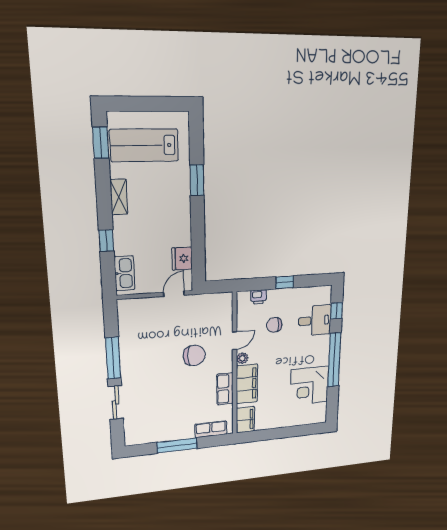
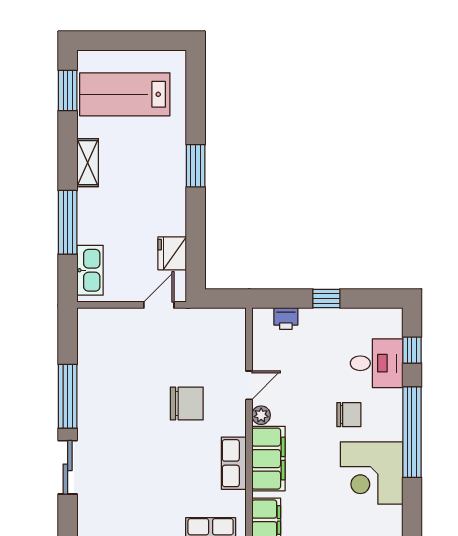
window: (197, 180) -> (196, 166), moved
window: (106, 241) -> (68, 222), width x2.17
chair: (274, 325) -> (349, 415), moved, turned 180

